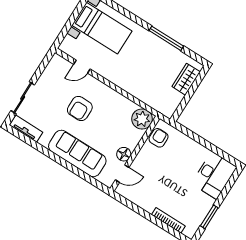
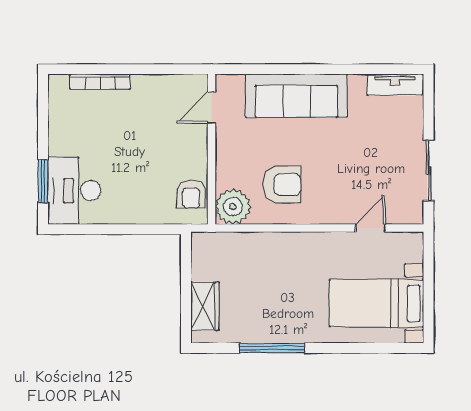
sliding door: (23, 98) -> (429, 171), moved
armchair: (80, 109) -> (282, 185), moved, turned 90
floor lamp: (124, 154) -> (227, 138), removed
window: (209, 217) -> (43, 181), moved

